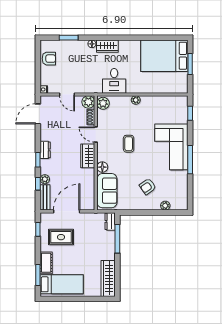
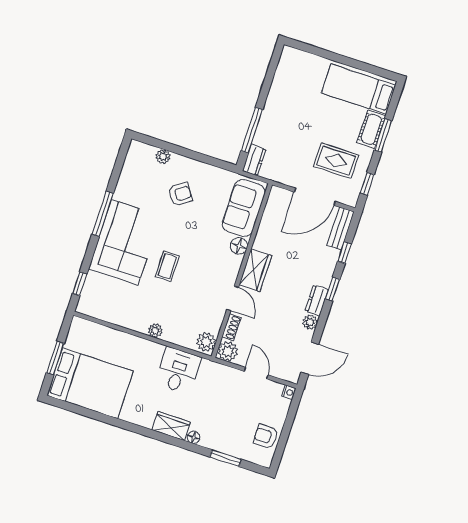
coffee table: (129, 144) -> (167, 266), moved
plant: (45, 179) -> (310, 322), moved
window: (38, 275) -> (383, 135), moved
wardrobe: (108, 278) -> (285, 75), removed

